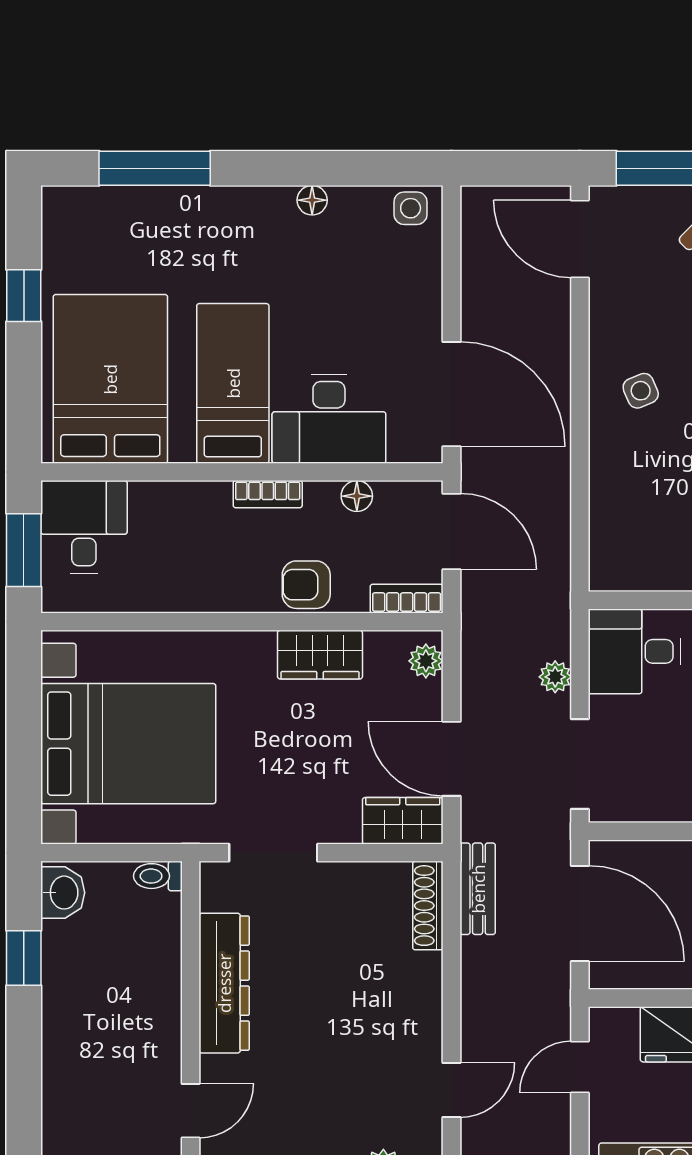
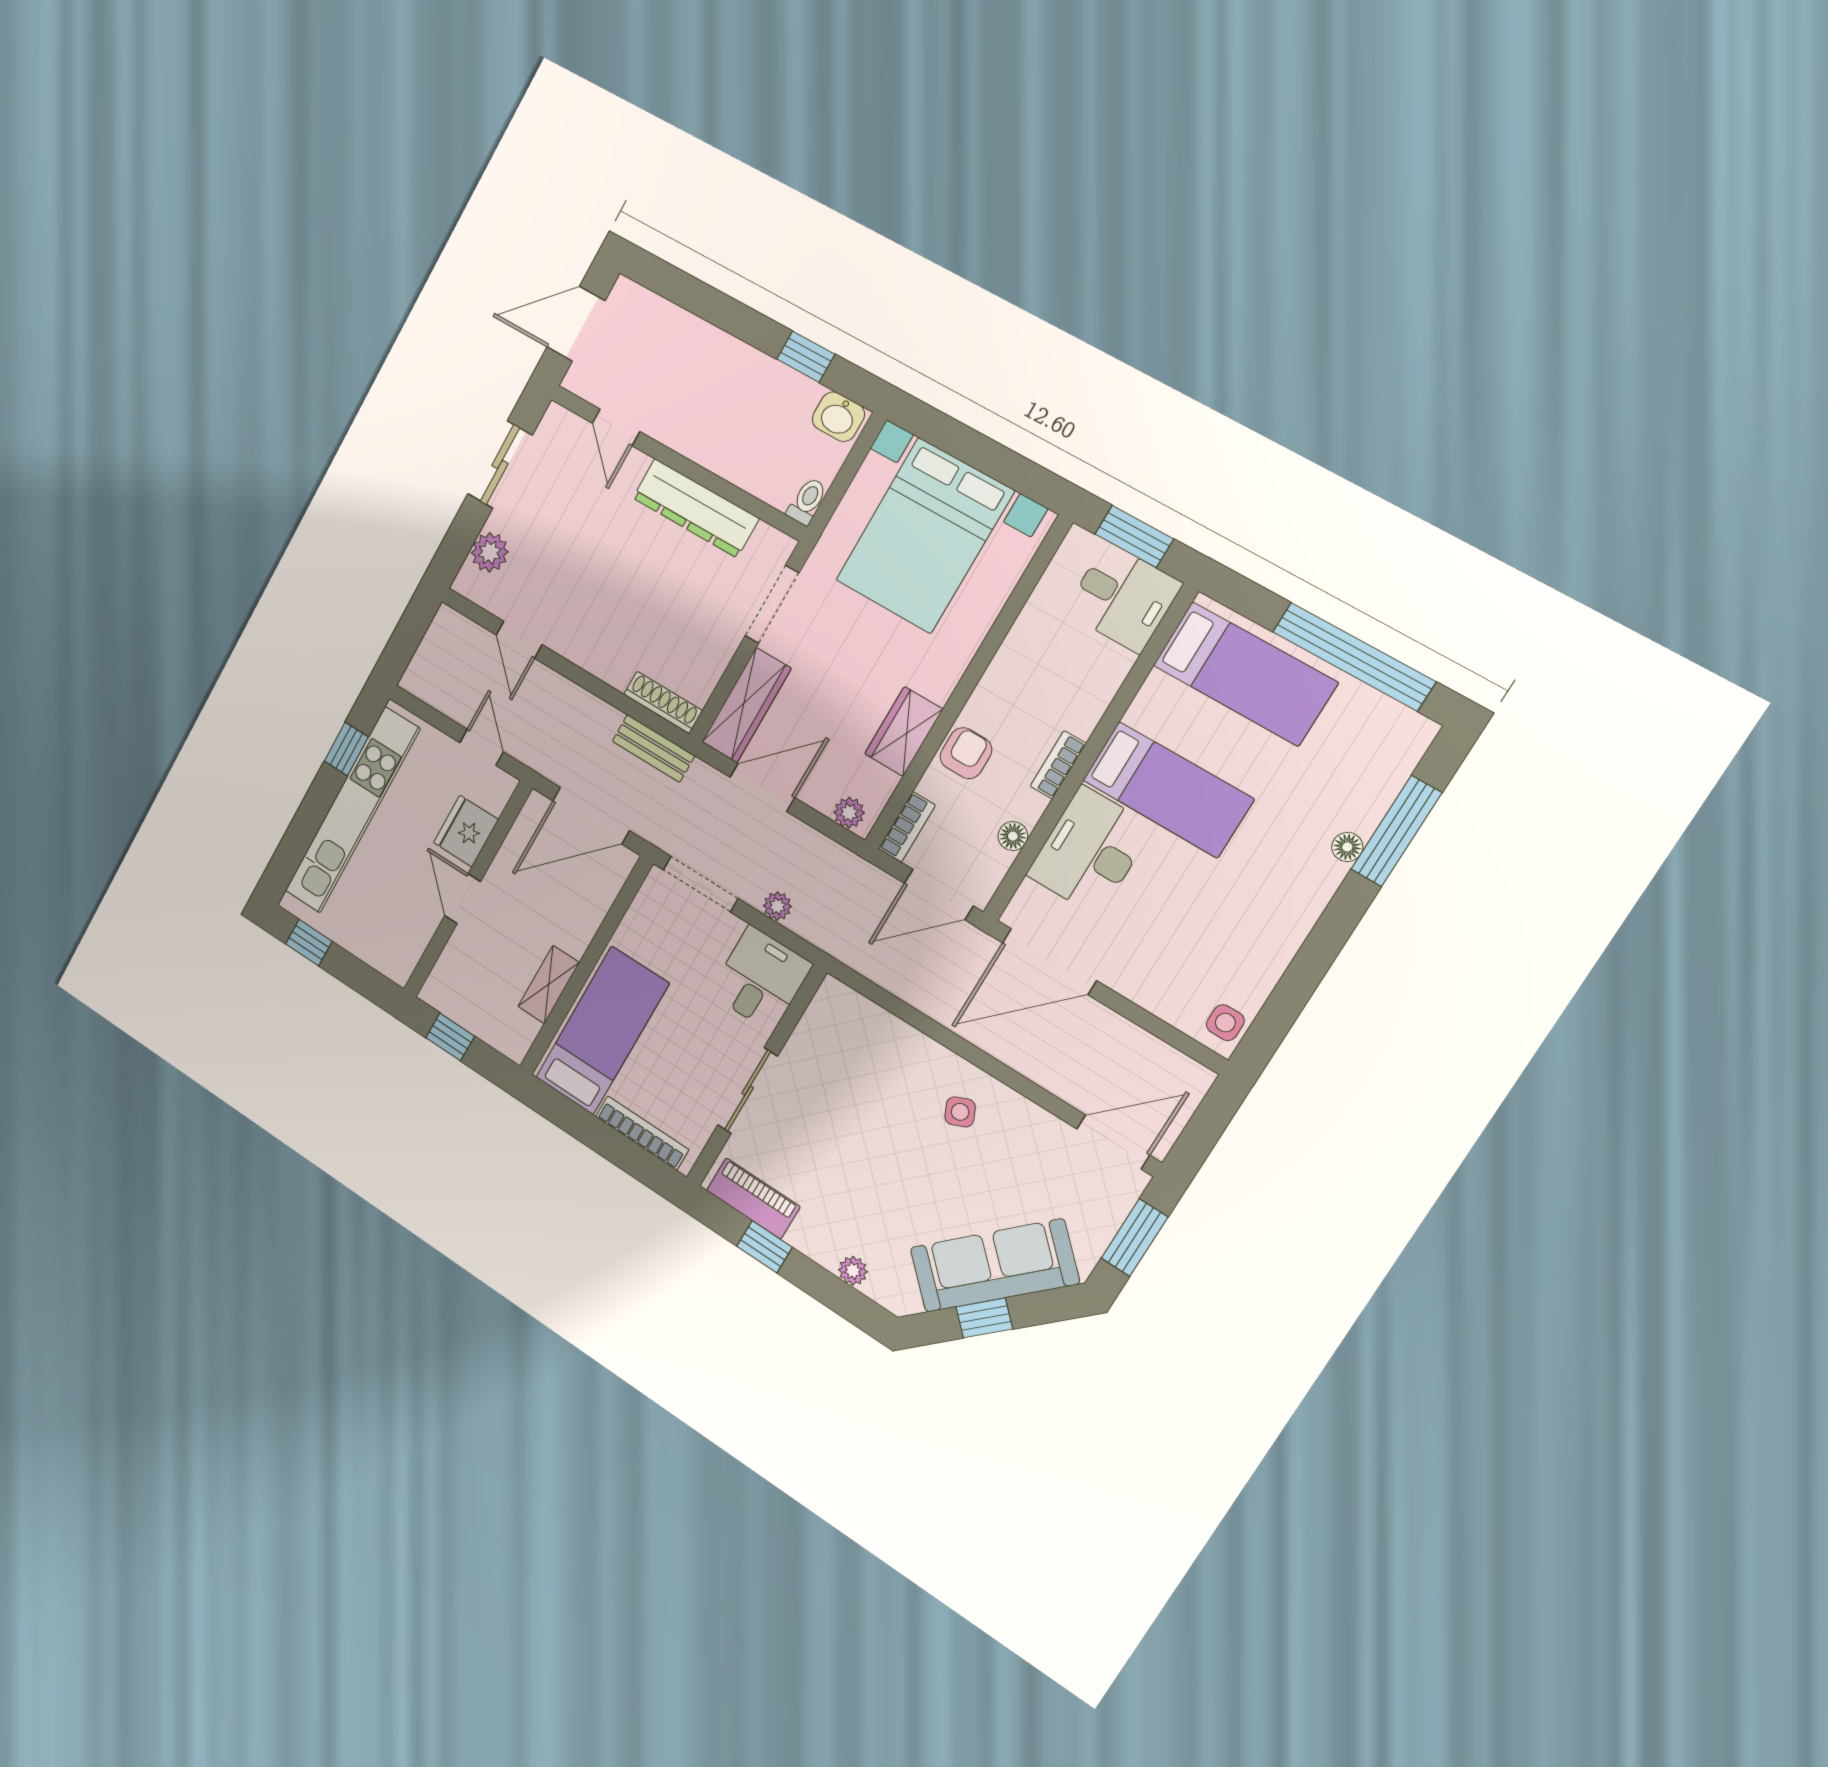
floor lamp: (312, 200) -> (1347, 847), moved
window: (24, 296) -> (1354, 657), width x3.17
bed: (110, 379) -> (1245, 674), width x0.67
wardrobe: (403, 821) -> (746, 705), width x1.50

